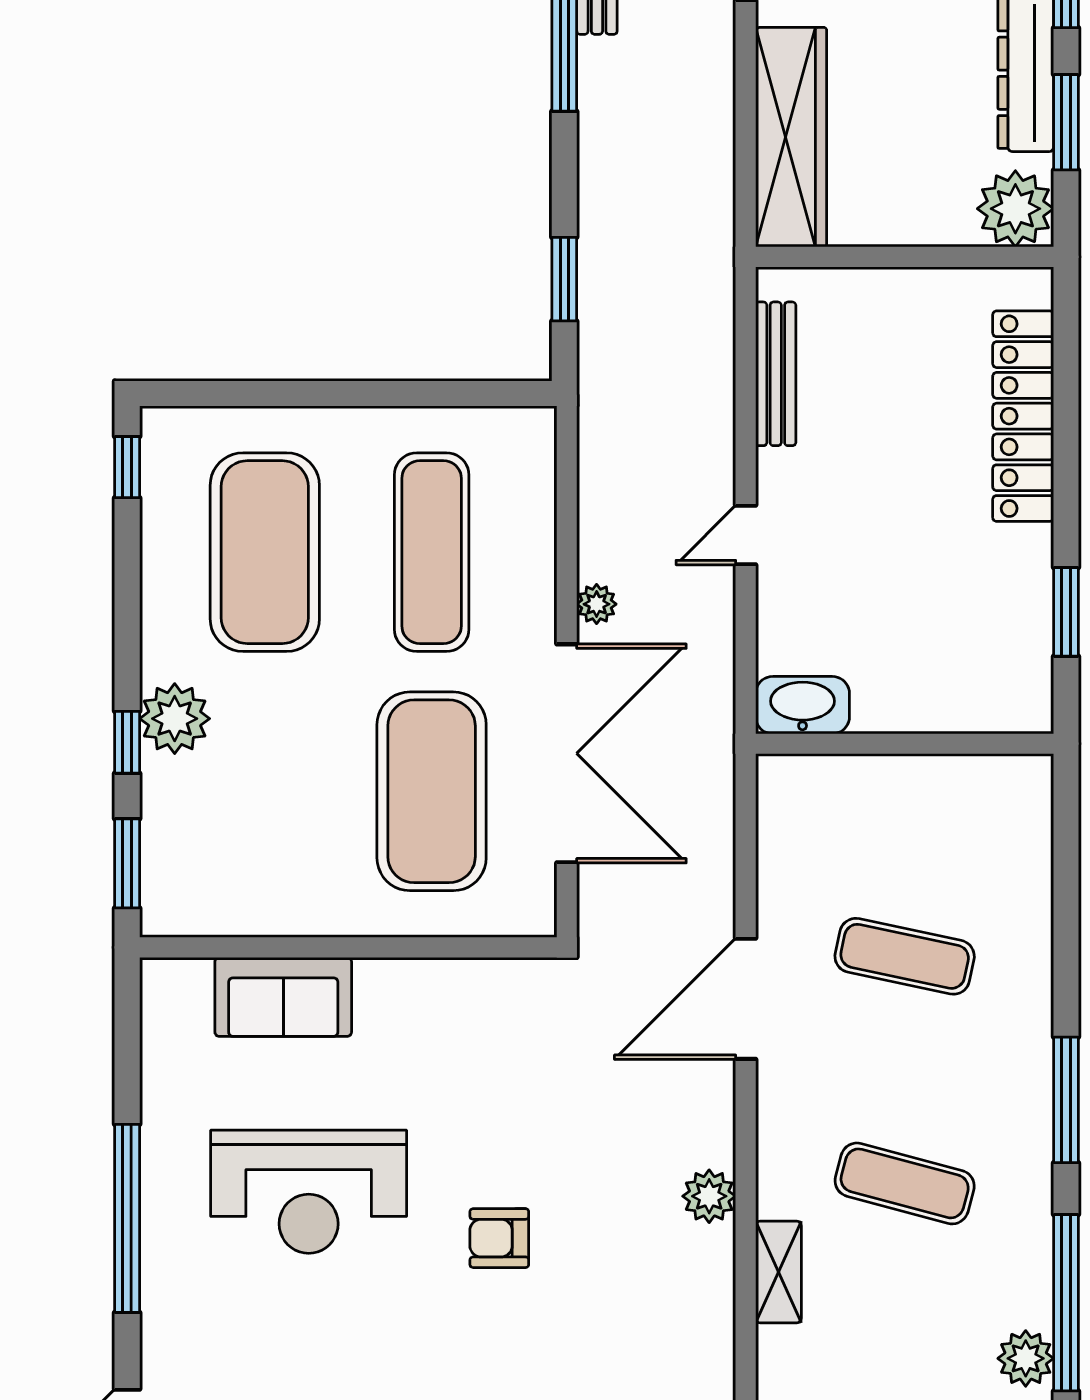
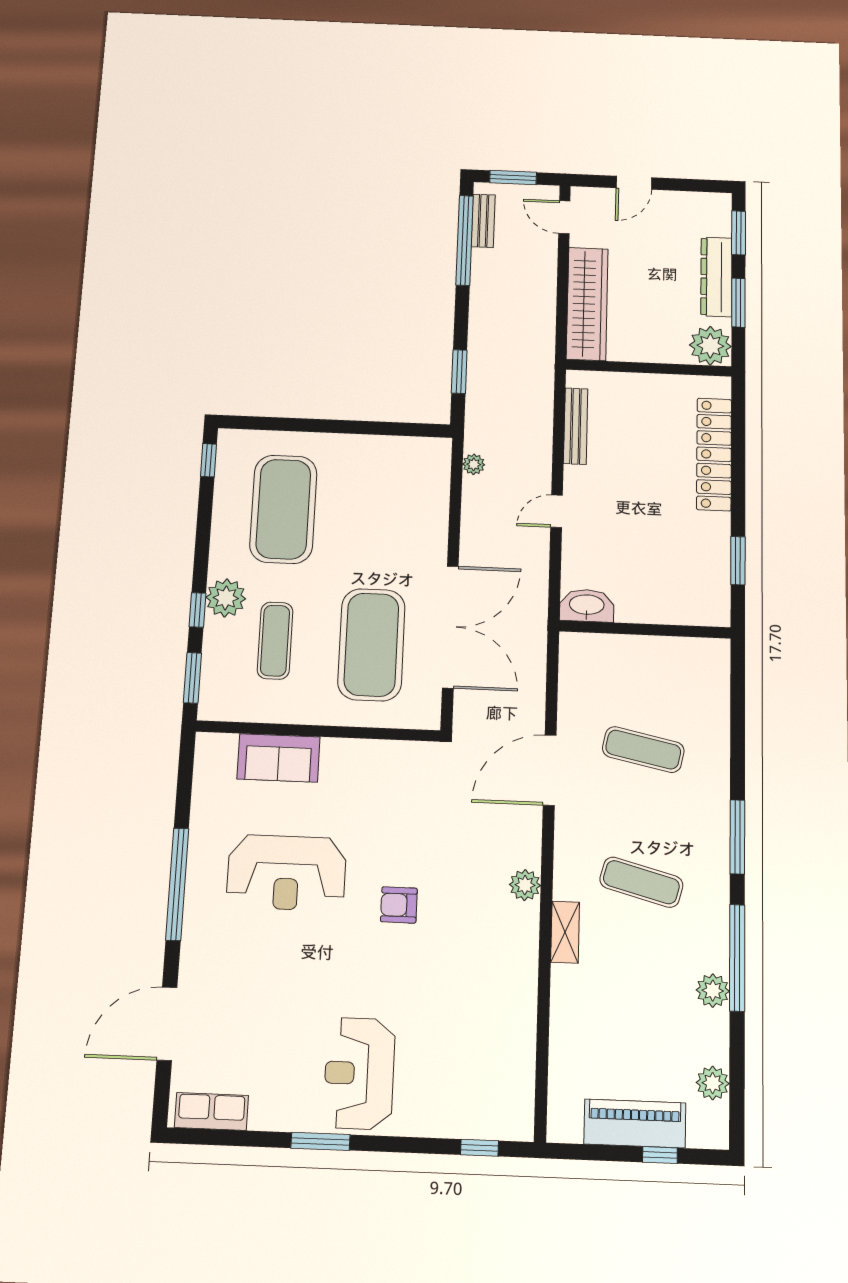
exercise mat: (432, 552) -> (275, 641), moved, width x0.73, depth x0.69
plant: (597, 604) -> (474, 464), moved

